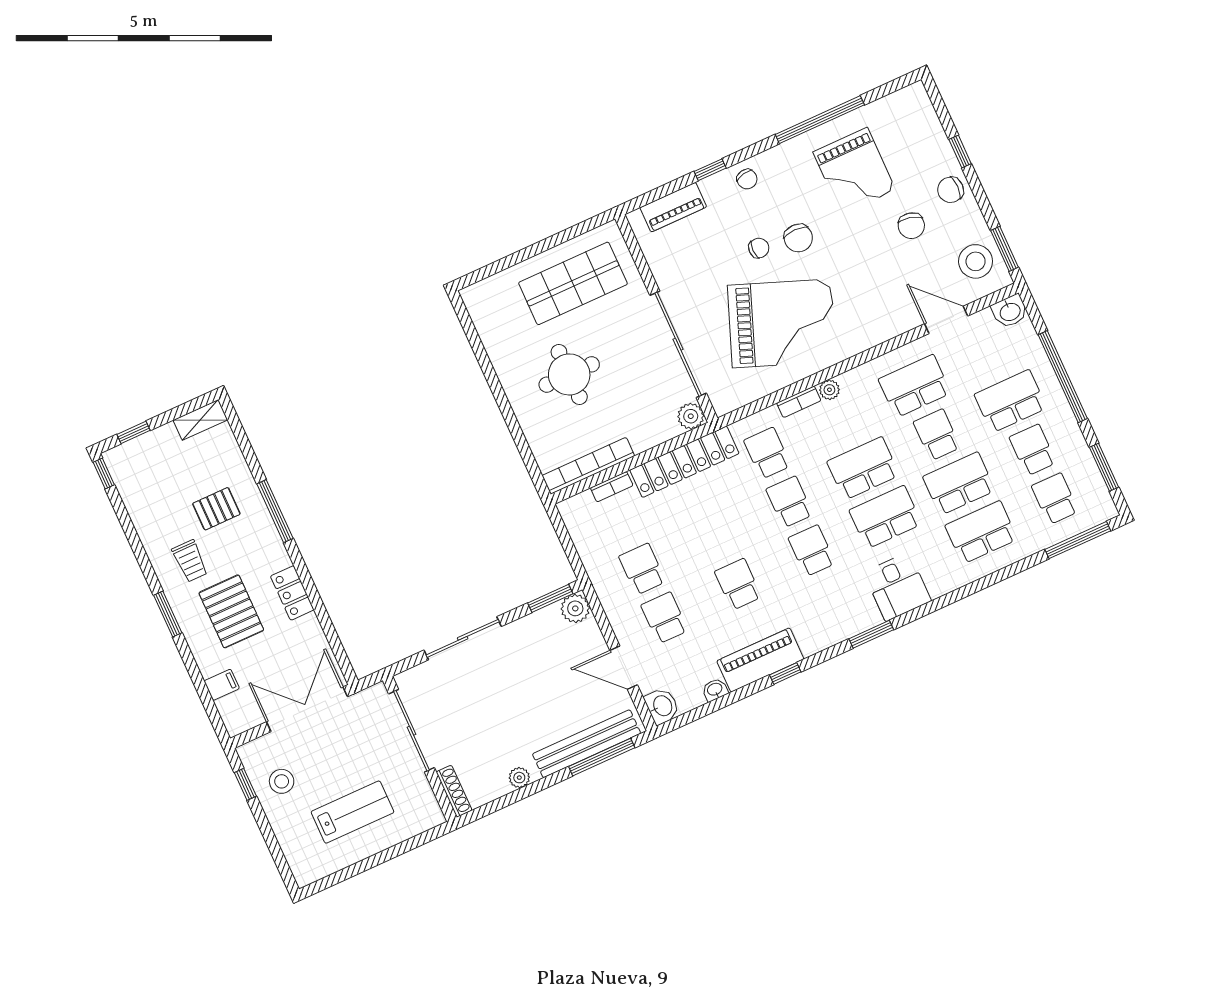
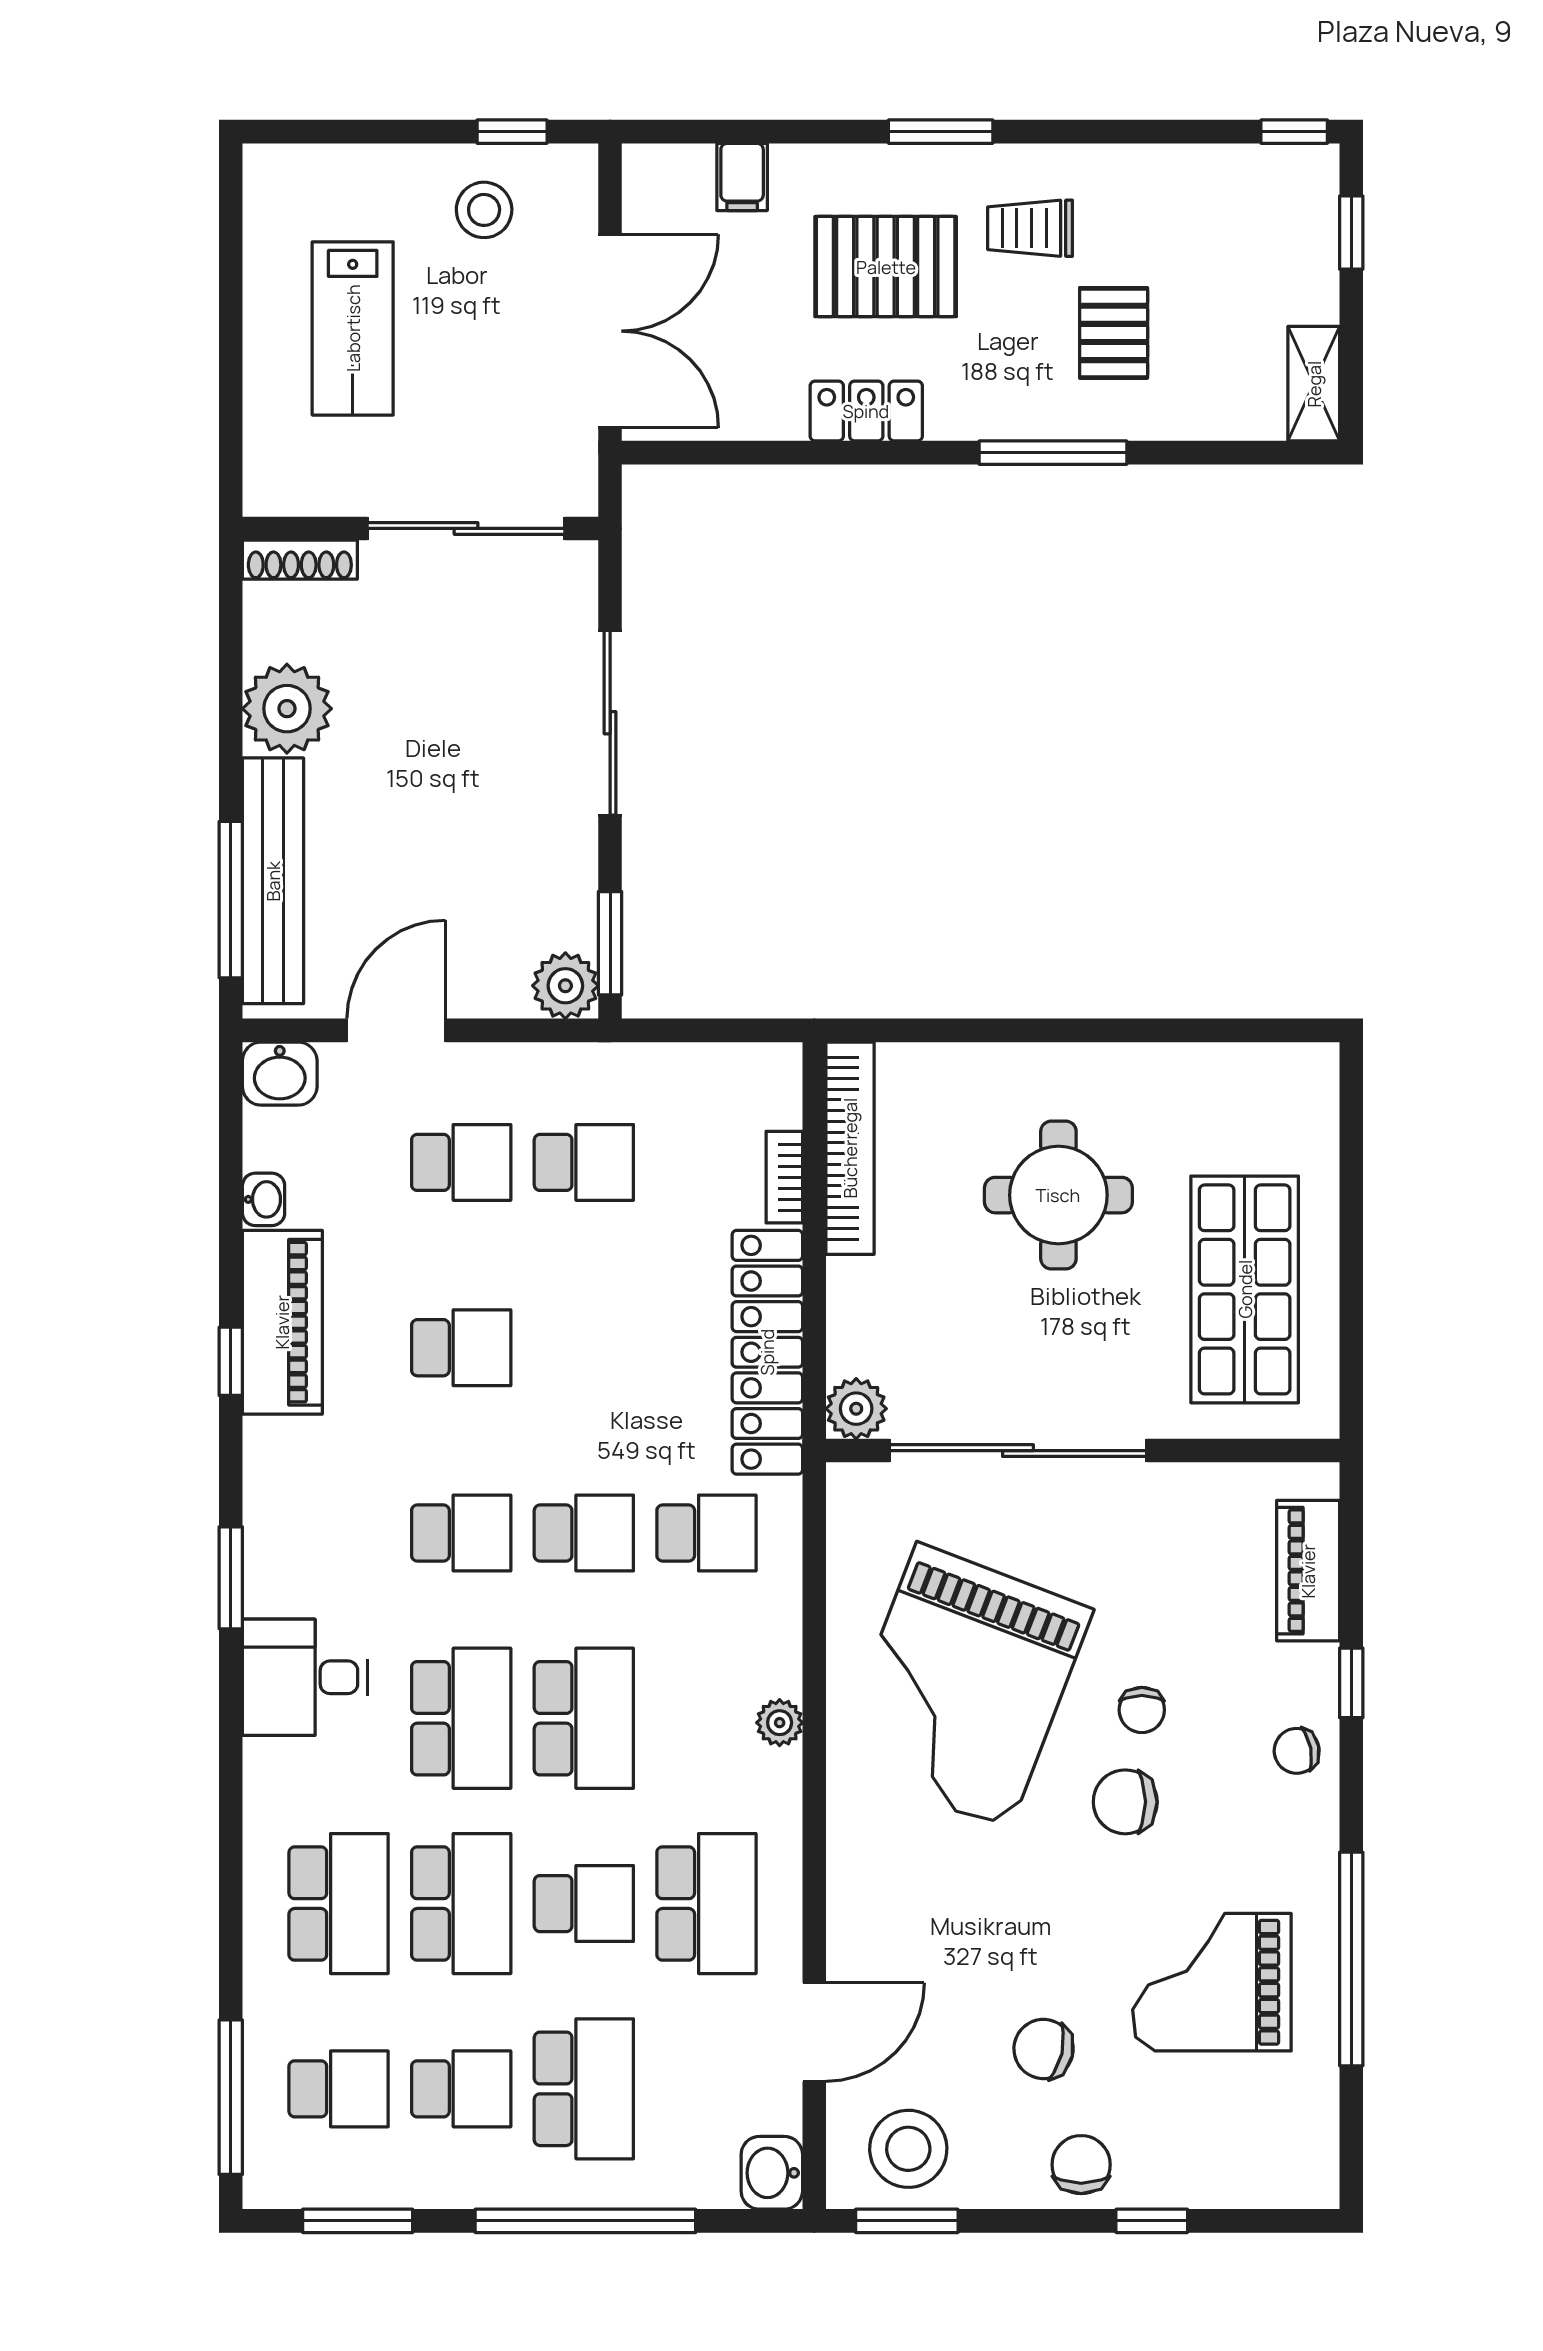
bookcase: (799, 402) -> (784, 1647), removed
plant: (519, 778) -> (287, 709), width x1.88, depth x1.88

